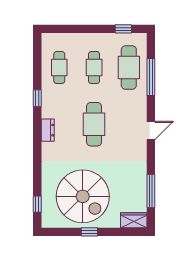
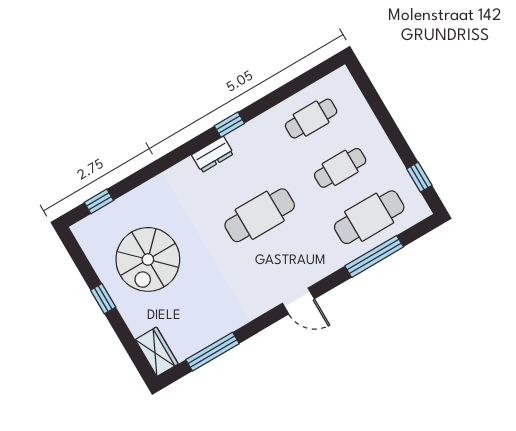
window: (37, 98) -> (229, 125), moved
spiral stairs: (83, 196) -> (148, 259), width x0.73, depth x0.73

